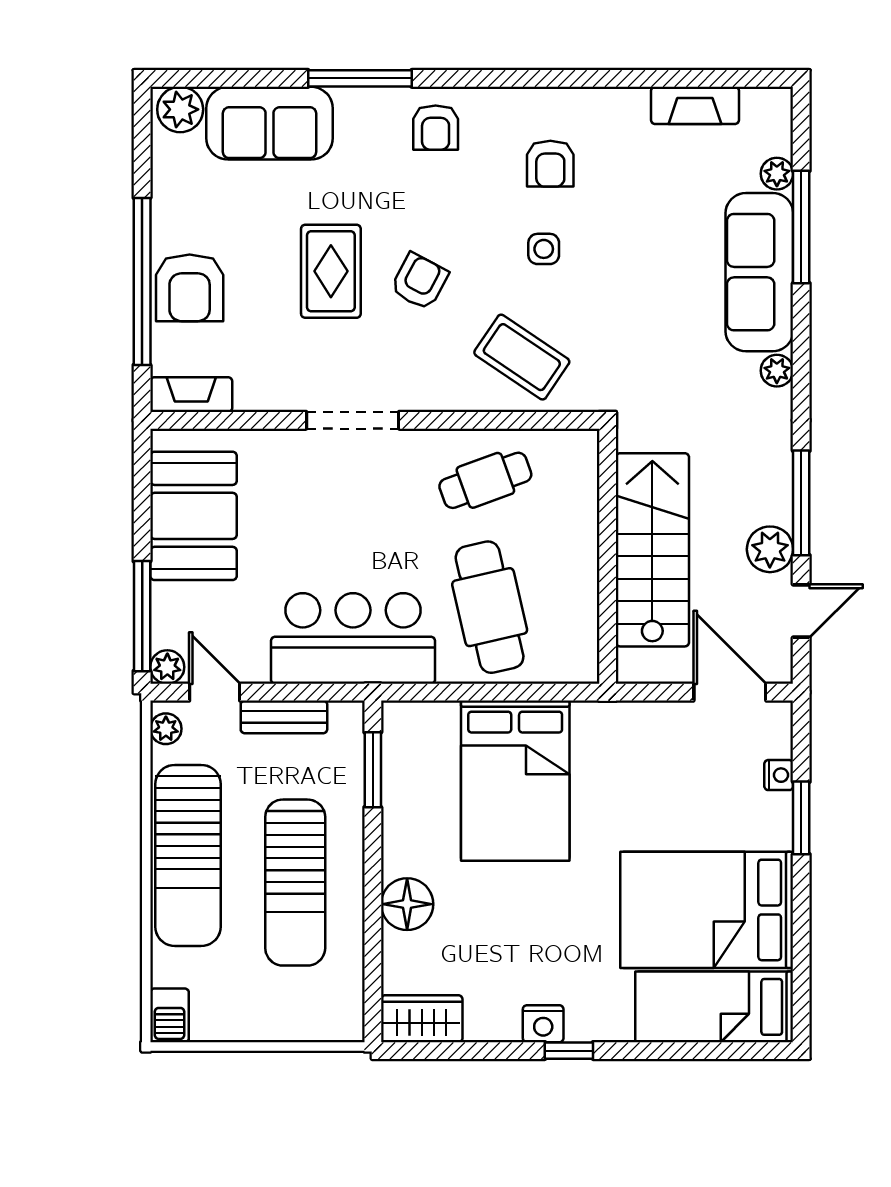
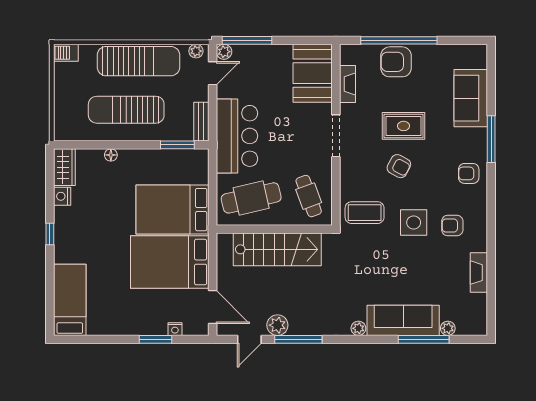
fireplace: (695, 105) -> (479, 273), moved
plant: (180, 109) -> (477, 58), removed
side table: (544, 249) -> (414, 222), width x1.87, depth x1.87
coffee table: (522, 357) -> (365, 213), turned 56
fireplace: (191, 395) -> (348, 84), moved
booth: (193, 516) -> (313, 73), moved, turned 90
stairs: (652, 550) -> (277, 249), moved
wall: (608, 556) -> (274, 229), moved
door: (801, 611) -> (249, 339), hinge flipped
door: (730, 692) -> (213, 307), hinge flipped
bench: (284, 717) -> (201, 122), moved
sun lounger: (188, 855) -> (138, 61), turned 180
floor lamp: (407, 904) -> (111, 155), width x0.53, depth x0.53
bed: (707, 910) -> (170, 262), moved, turned -90
nightstand: (543, 1024) -> (62, 196), moved

